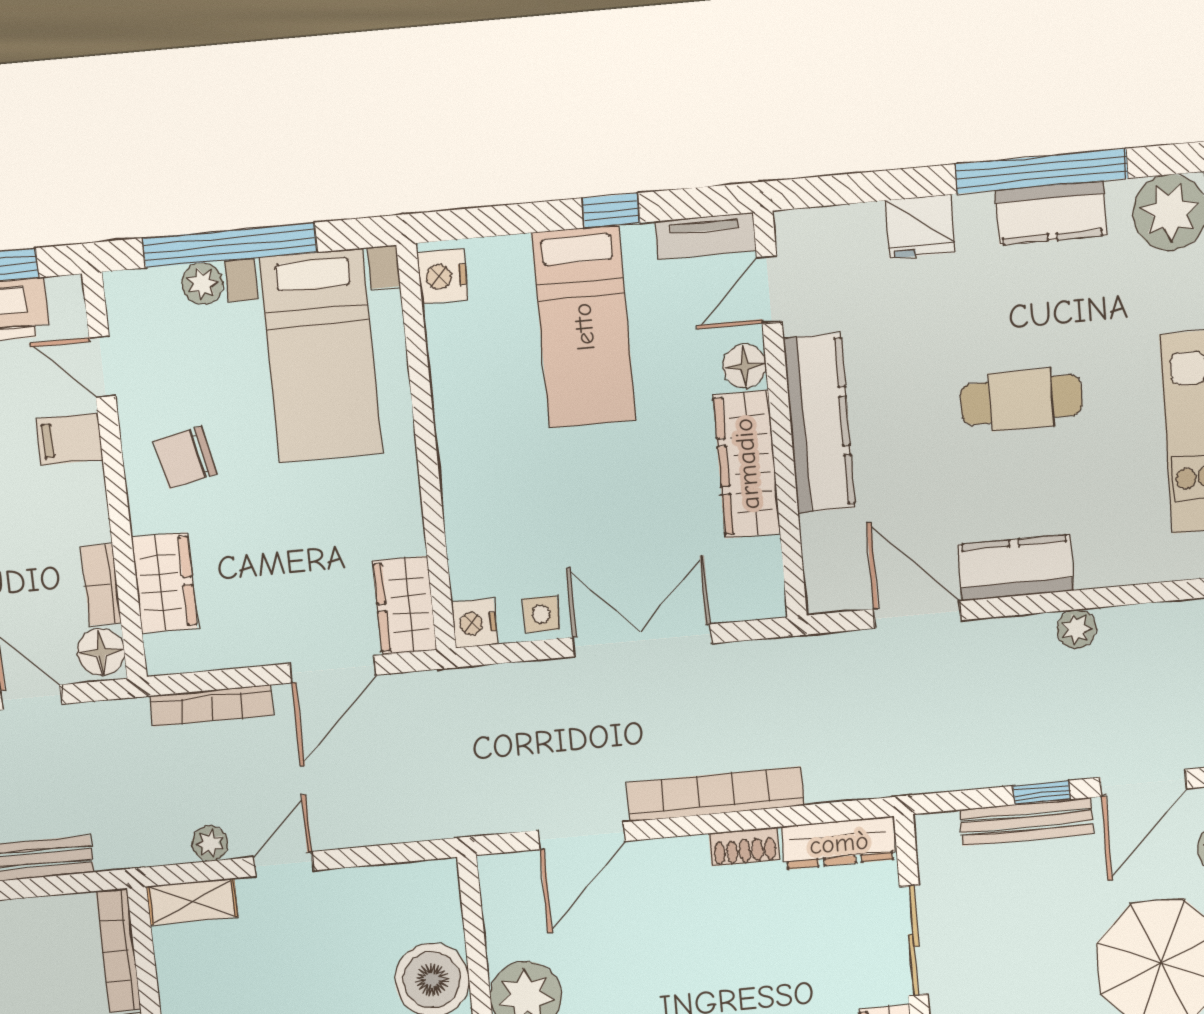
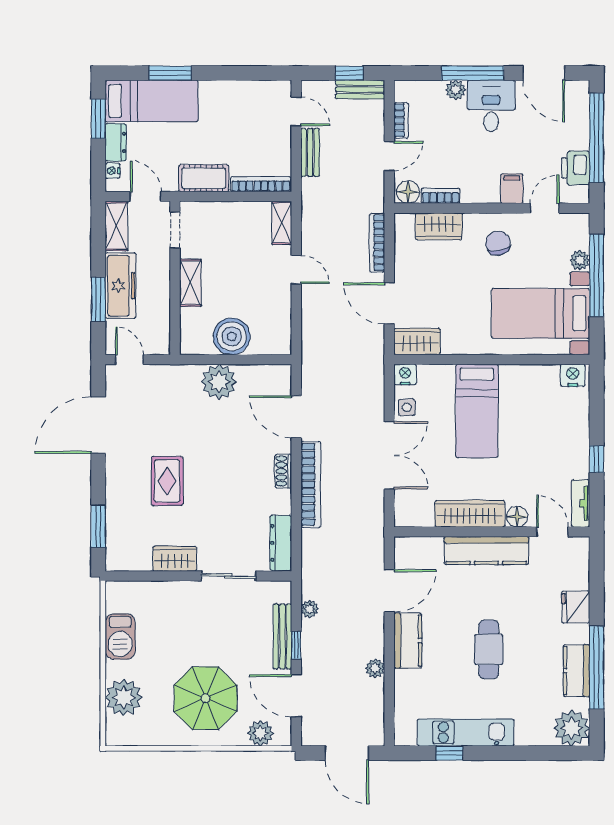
bed: (584, 327) -> (477, 411), moved, turned -90
plant: (210, 844) -> (310, 609), moved
shoe rack: (744, 847) -> (283, 471), moved

